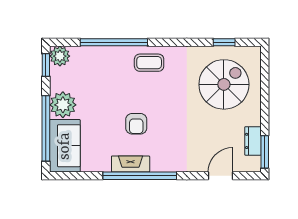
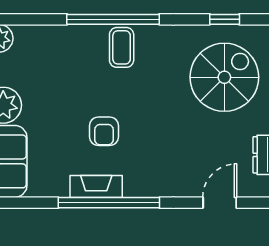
window: (114, 42) -> (113, 19), moved
coffee table: (149, 63) -> (122, 47), turned 90

